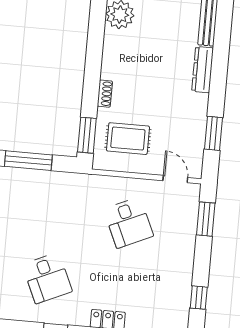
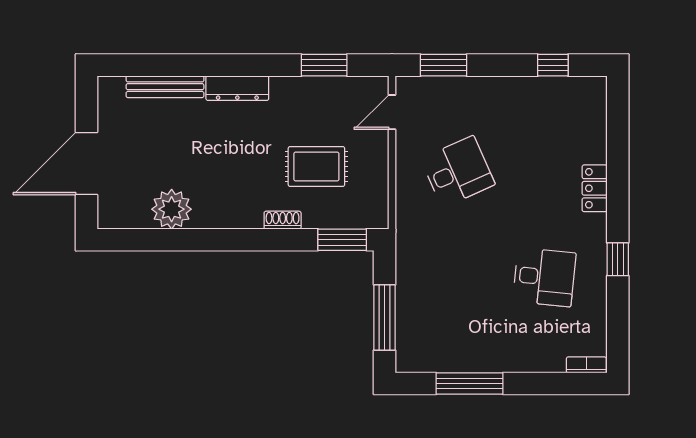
rug: (128, 139) -> (316, 166), moved, turned 90
desk: (47, 278) -> (544, 277), turned 30

